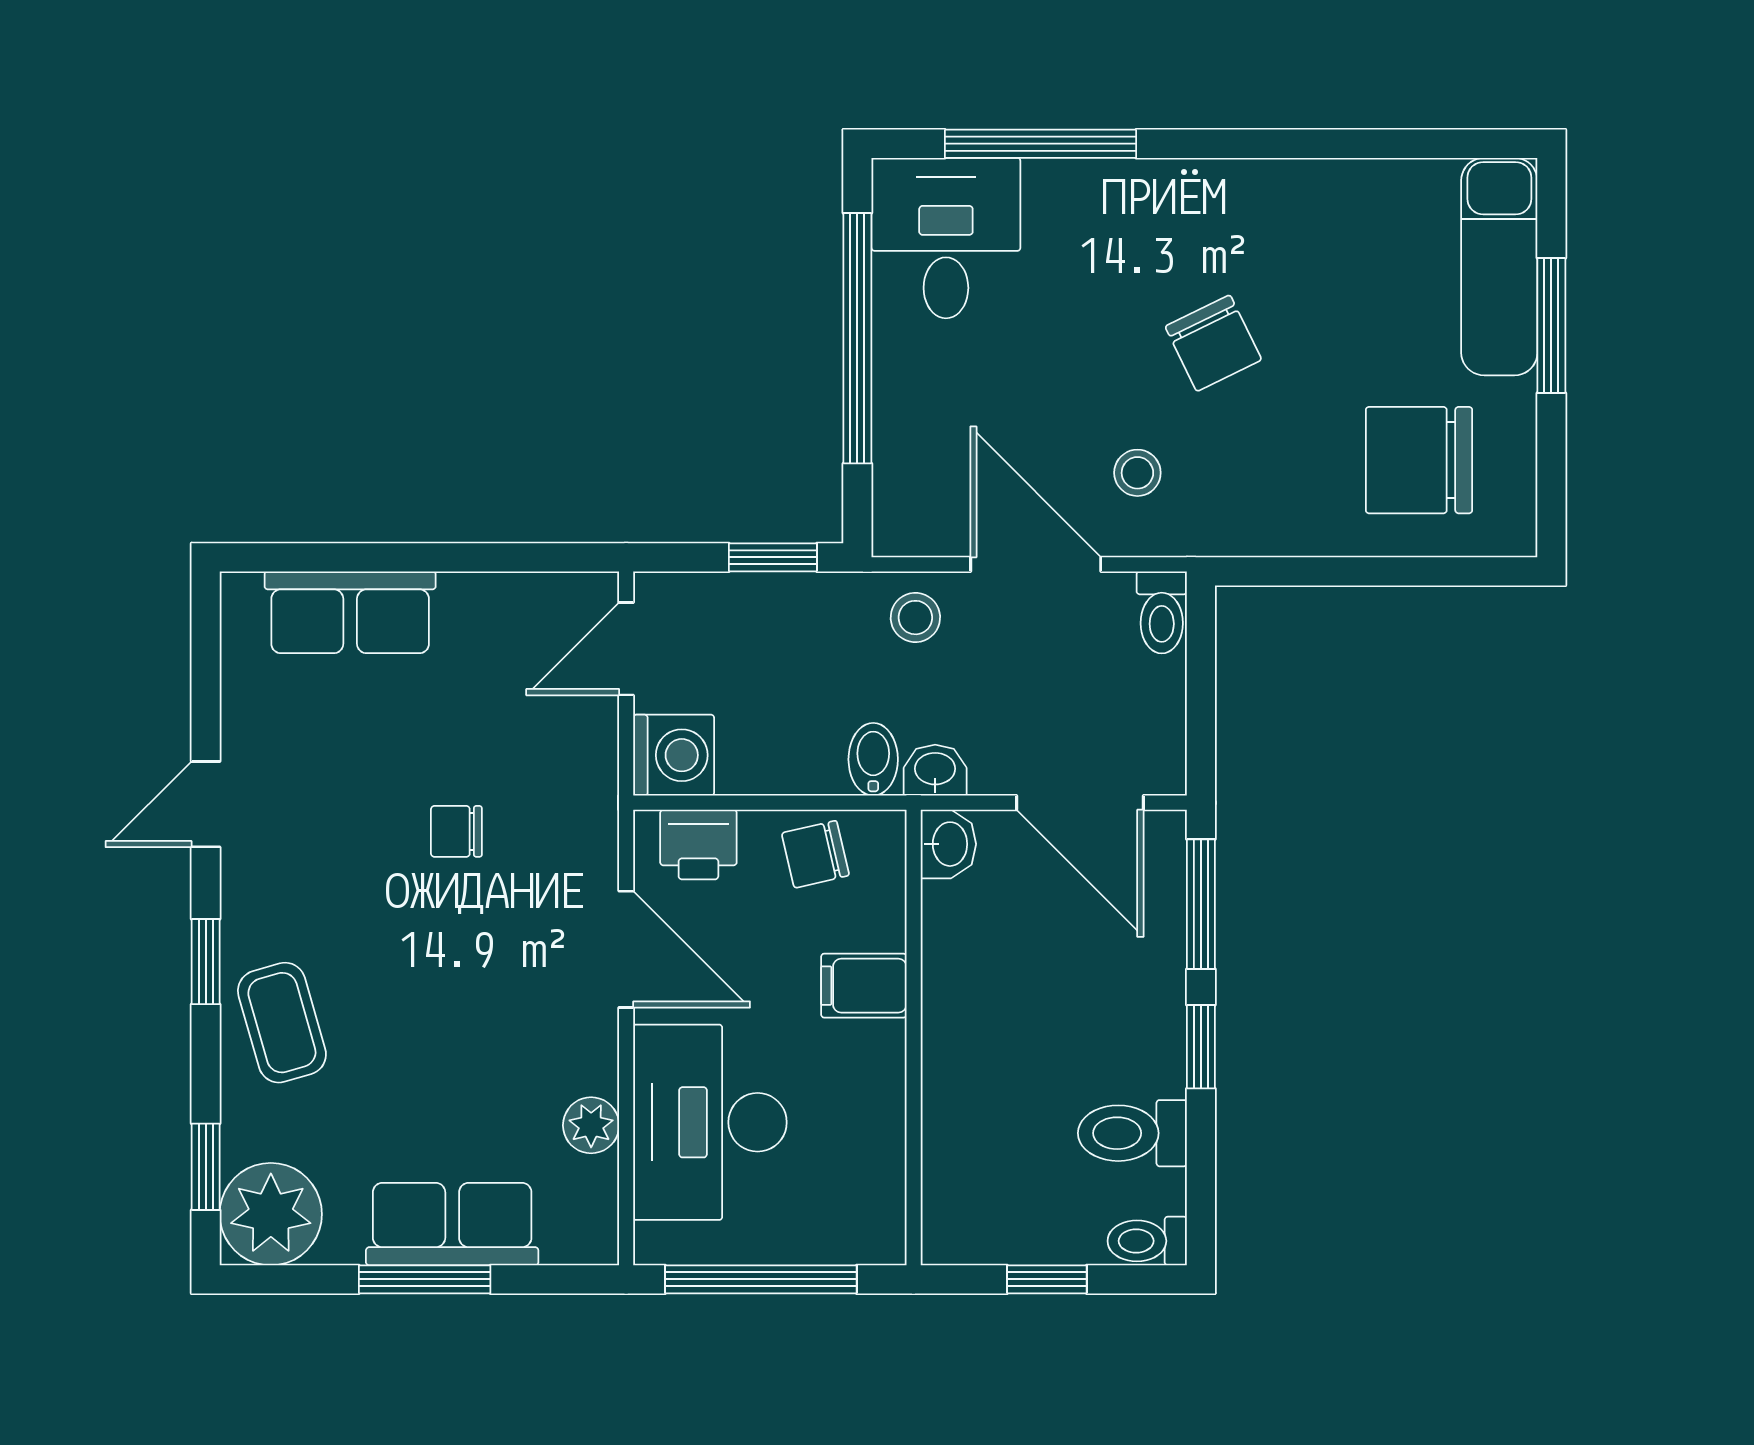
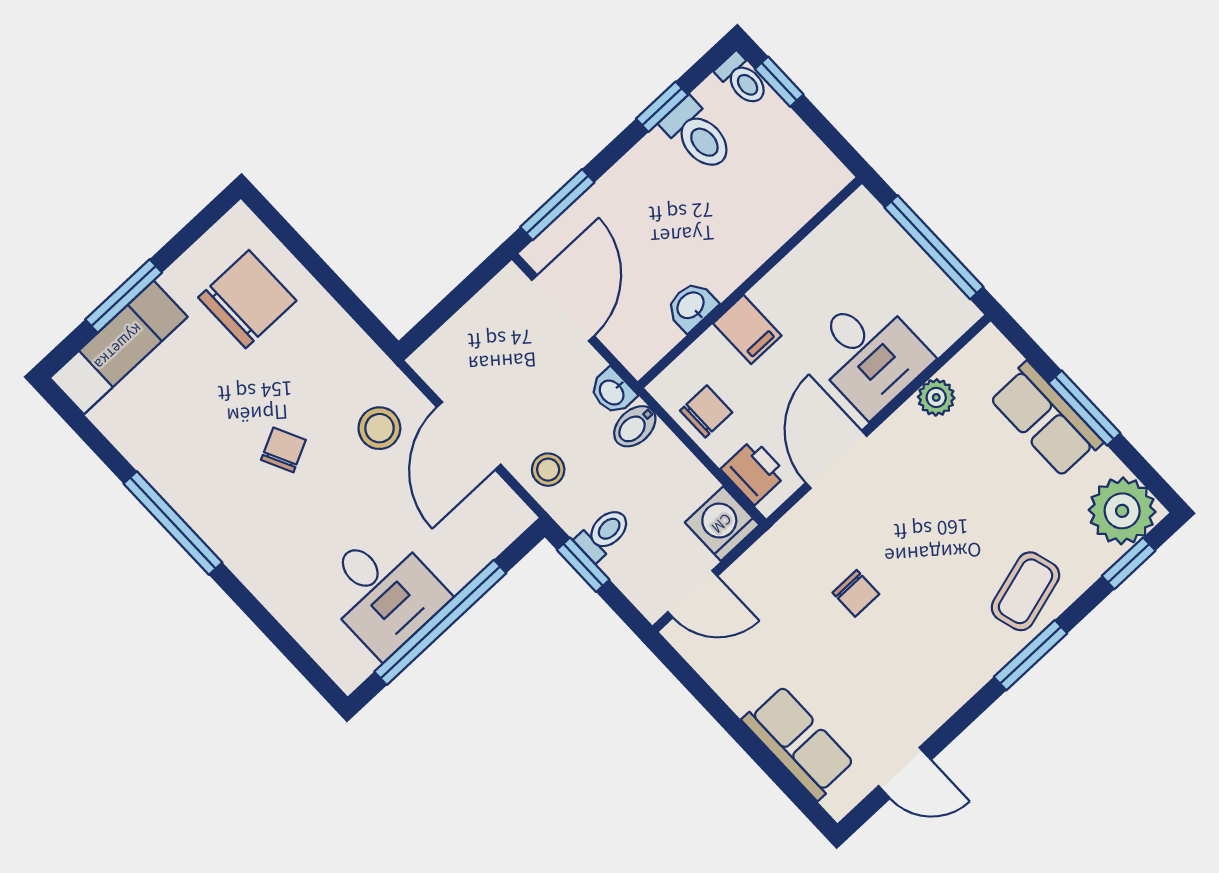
window: (1040, 144) -> (173, 523), moved
desk: (946, 238) -> (383, 592), moved, turned -90
chair: (1213, 343) -> (283, 450), width x0.73, depth x0.73
chair: (1419, 460) -> (247, 299), turned -90
stool: (1137, 473) -> (379, 428), width x1.37, depth x1.37
toilet: (1162, 612) -> (604, 534), moved
door: (206, 804) -> (905, 773), moved
washbasin: (948, 844) -> (691, 306), moved
chair: (815, 854) -> (706, 411), turned -77
window: (206, 962) -> (1031, 655), width x1.50
window: (1201, 1047) -> (662, 107), moved
desk: (710, 1122) -> (869, 354), width x0.73
window: (1047, 1279) -> (779, 82), moved

